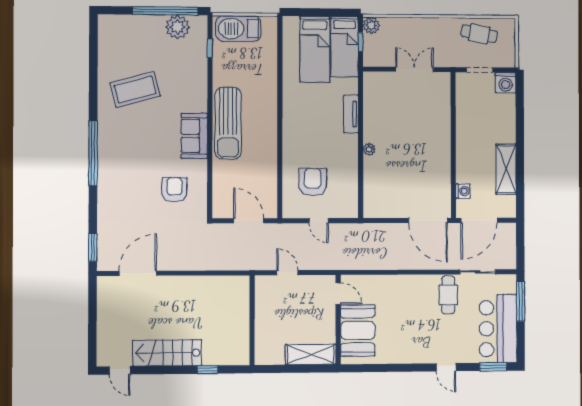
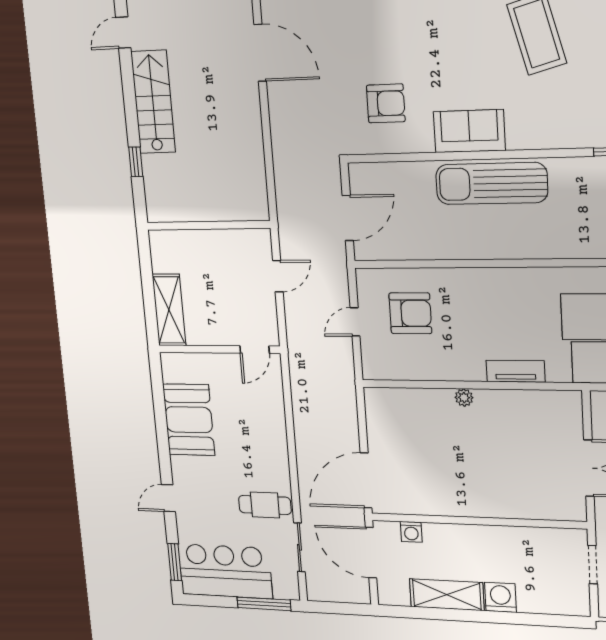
washing machine: (506, 83) -> (500, 597), moved, turned 90
booth: (358, 330) -> (189, 420), moved, turned 90

